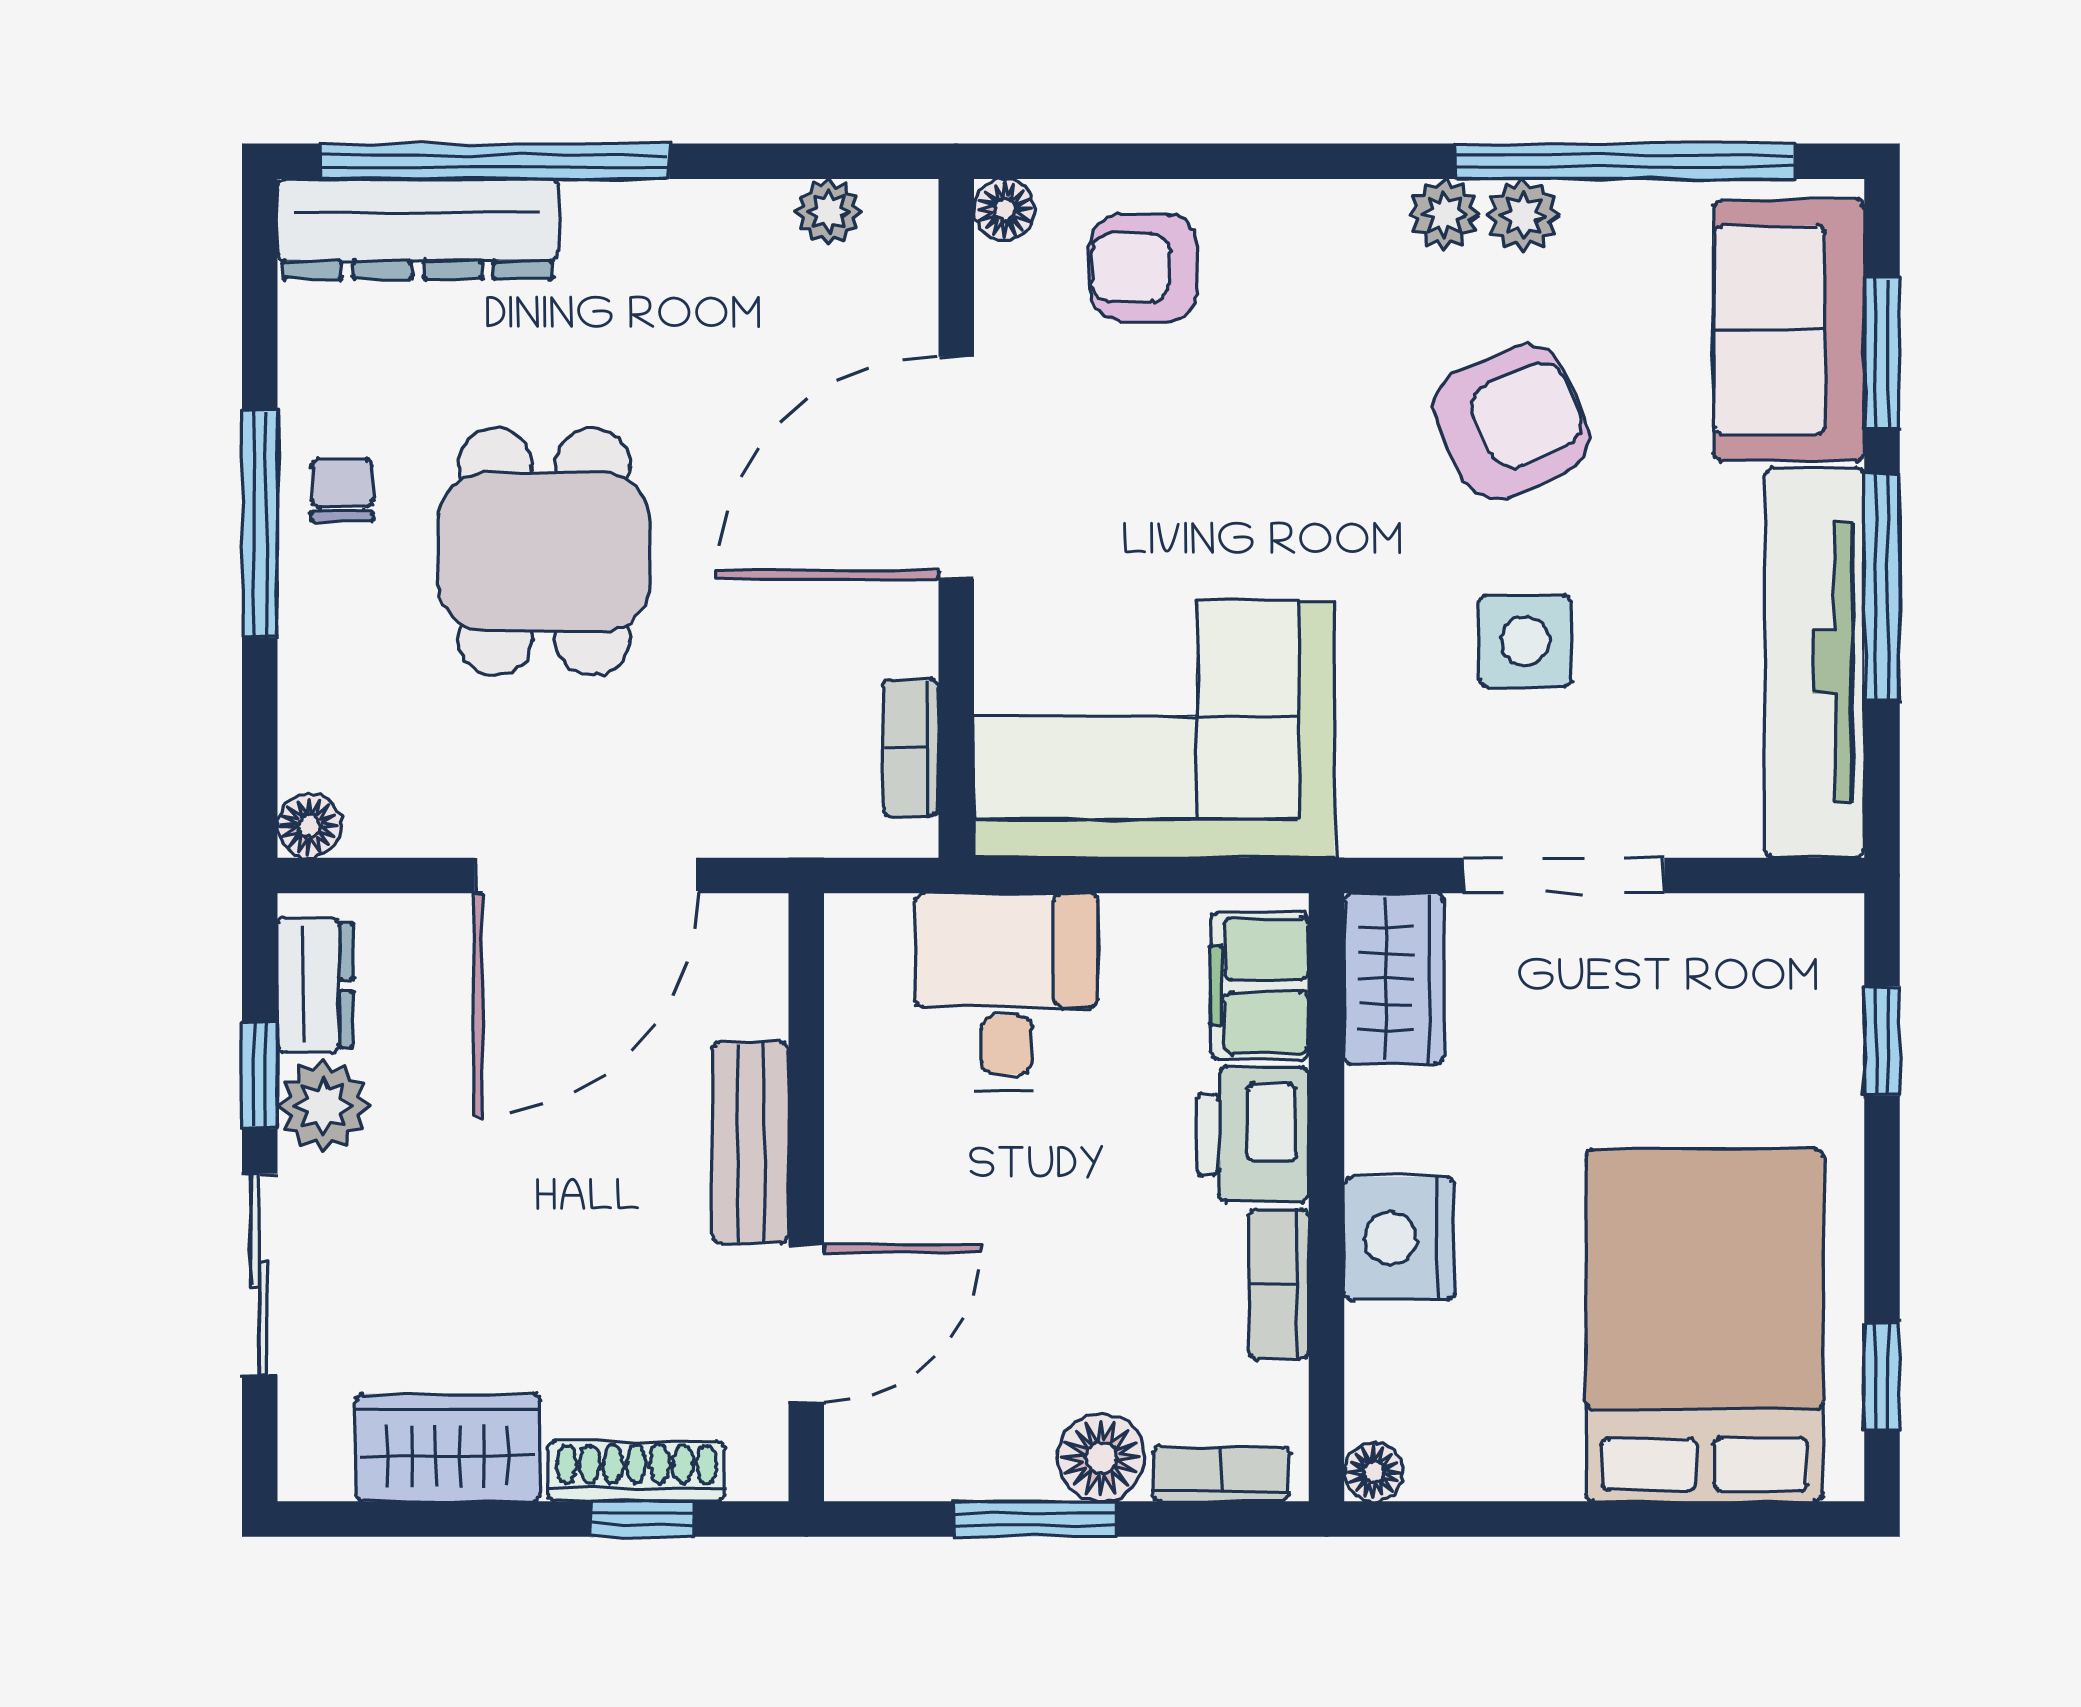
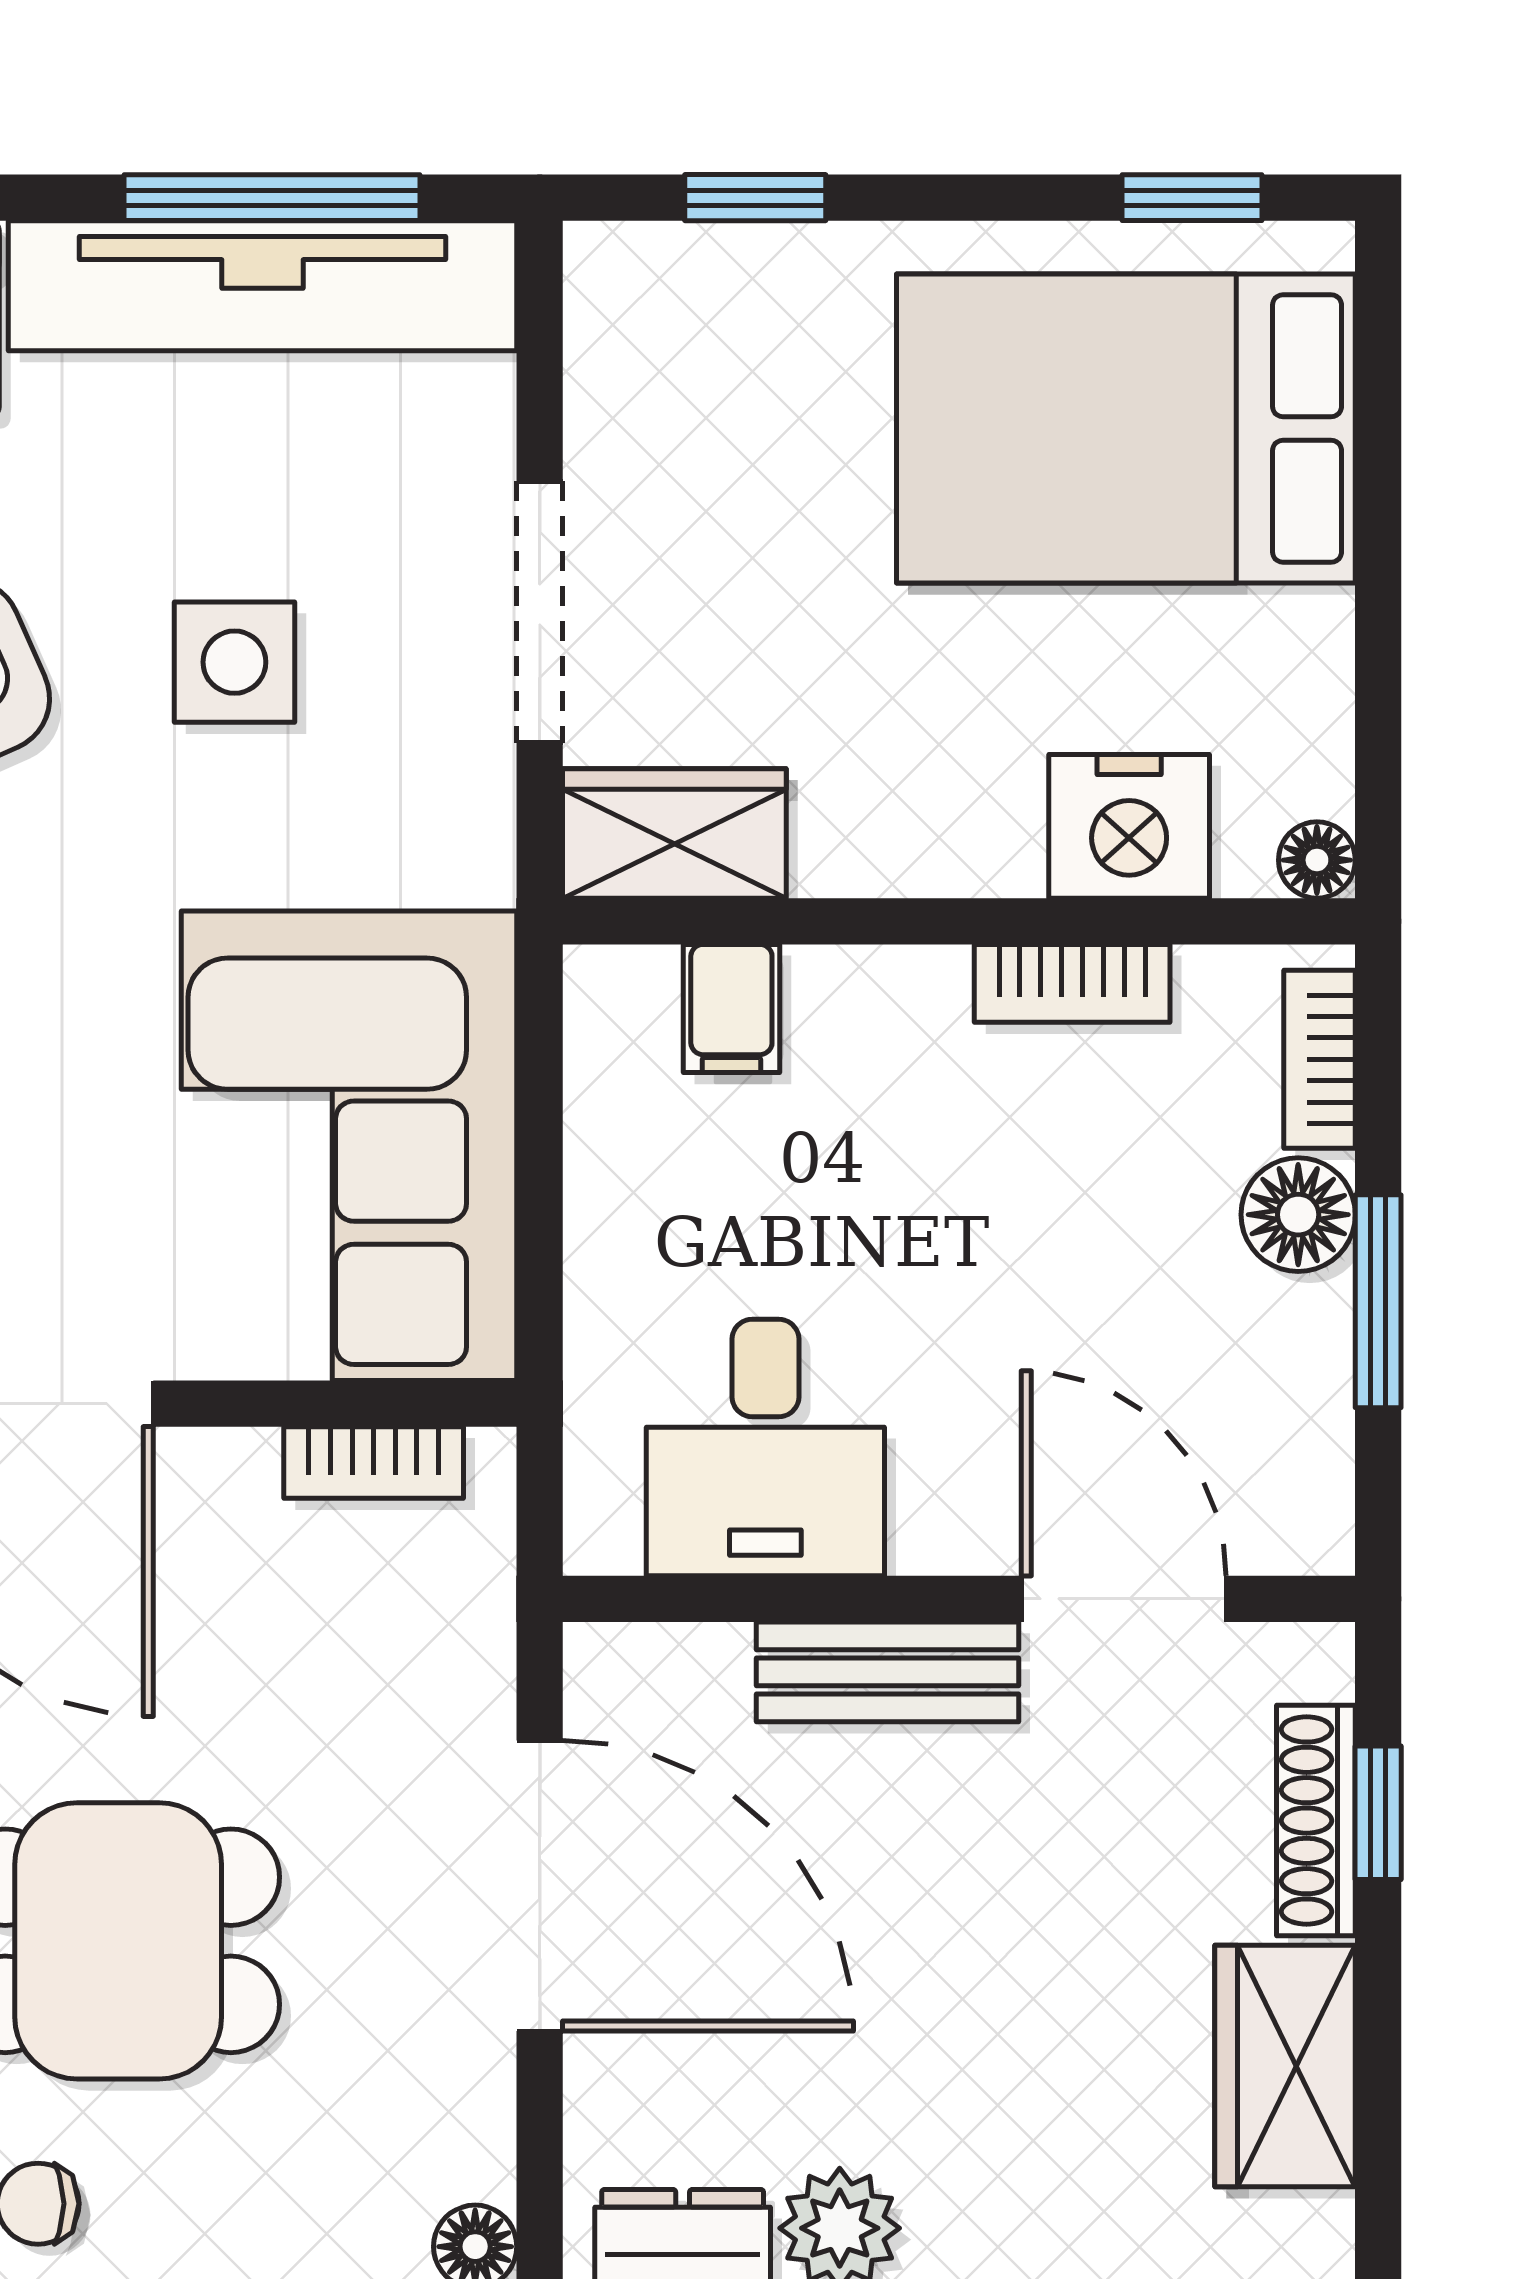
window: (1882, 587) -> (272, 198), moved
filing cabinet: (1260, 986) -> (731, 1008), width x0.50
desk: (1006, 992) -> (765, 1448), moved, turned -90
printer: (1253, 1134) -> (877, 1017), removed
nightstand: (1399, 1238) -> (1129, 826), moved

